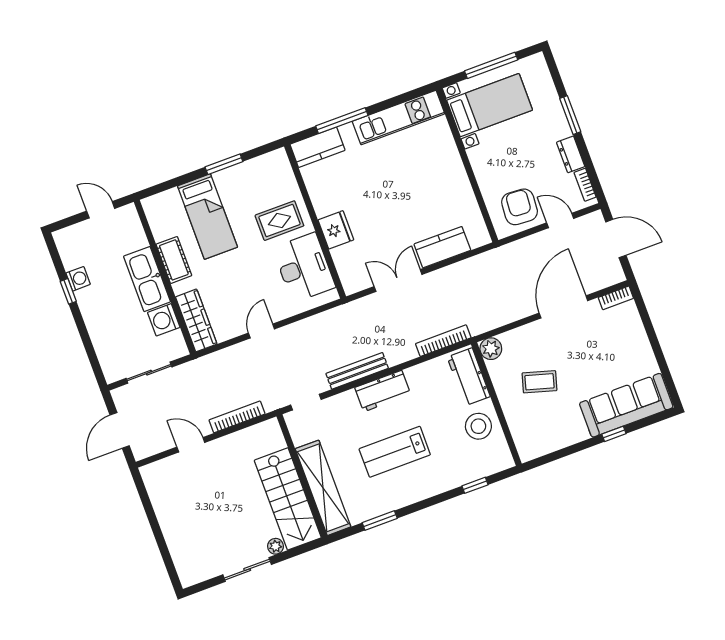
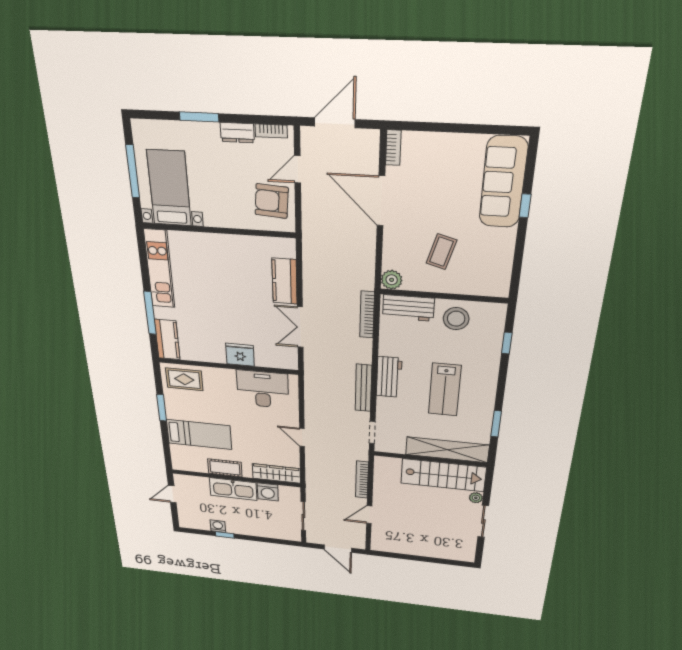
rug: (279, 221) -> (184, 379), moved, turned 90

